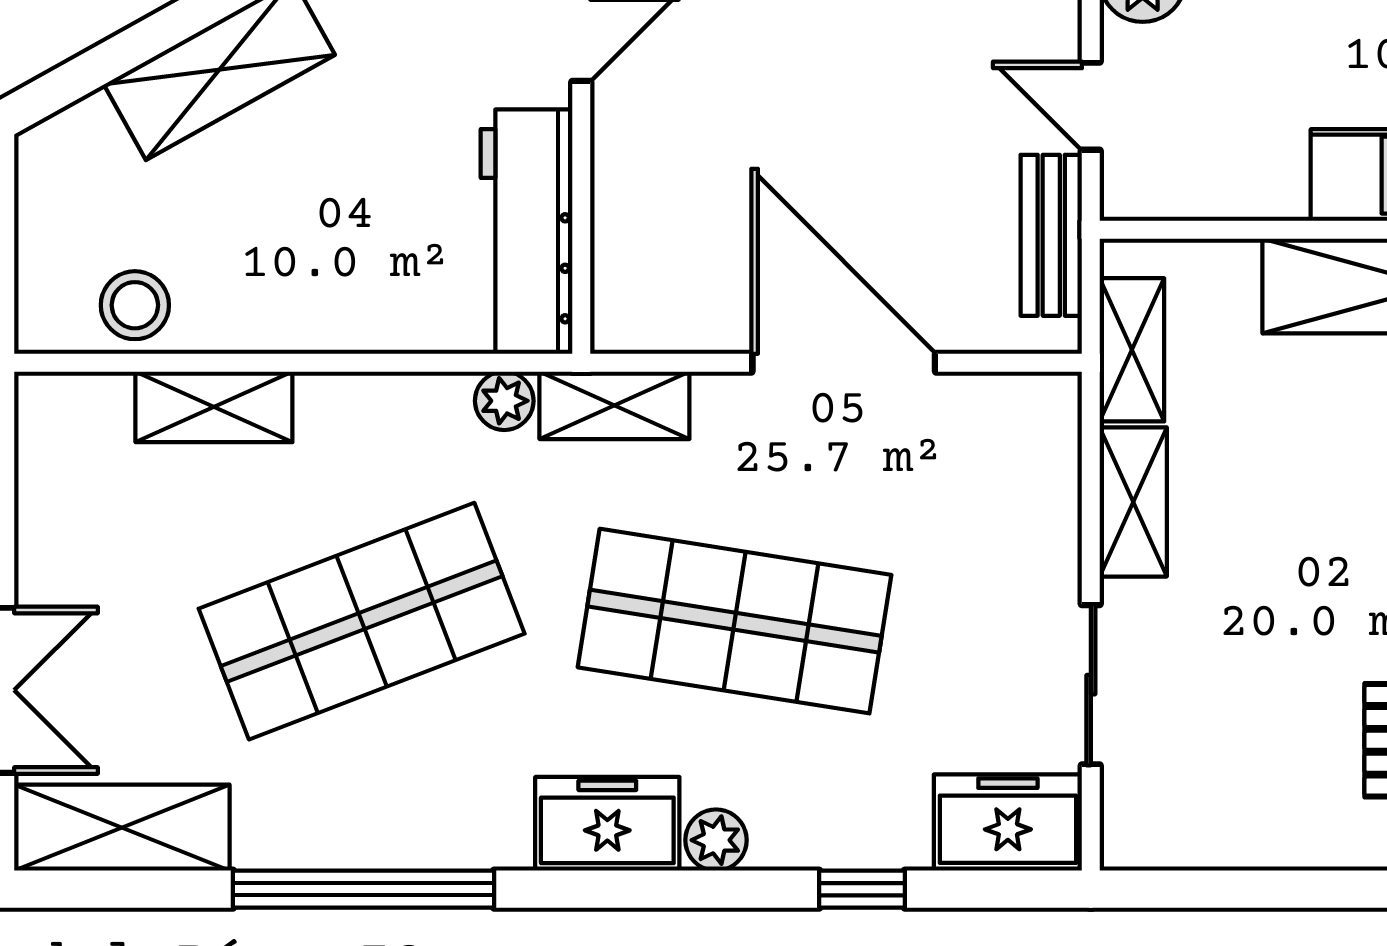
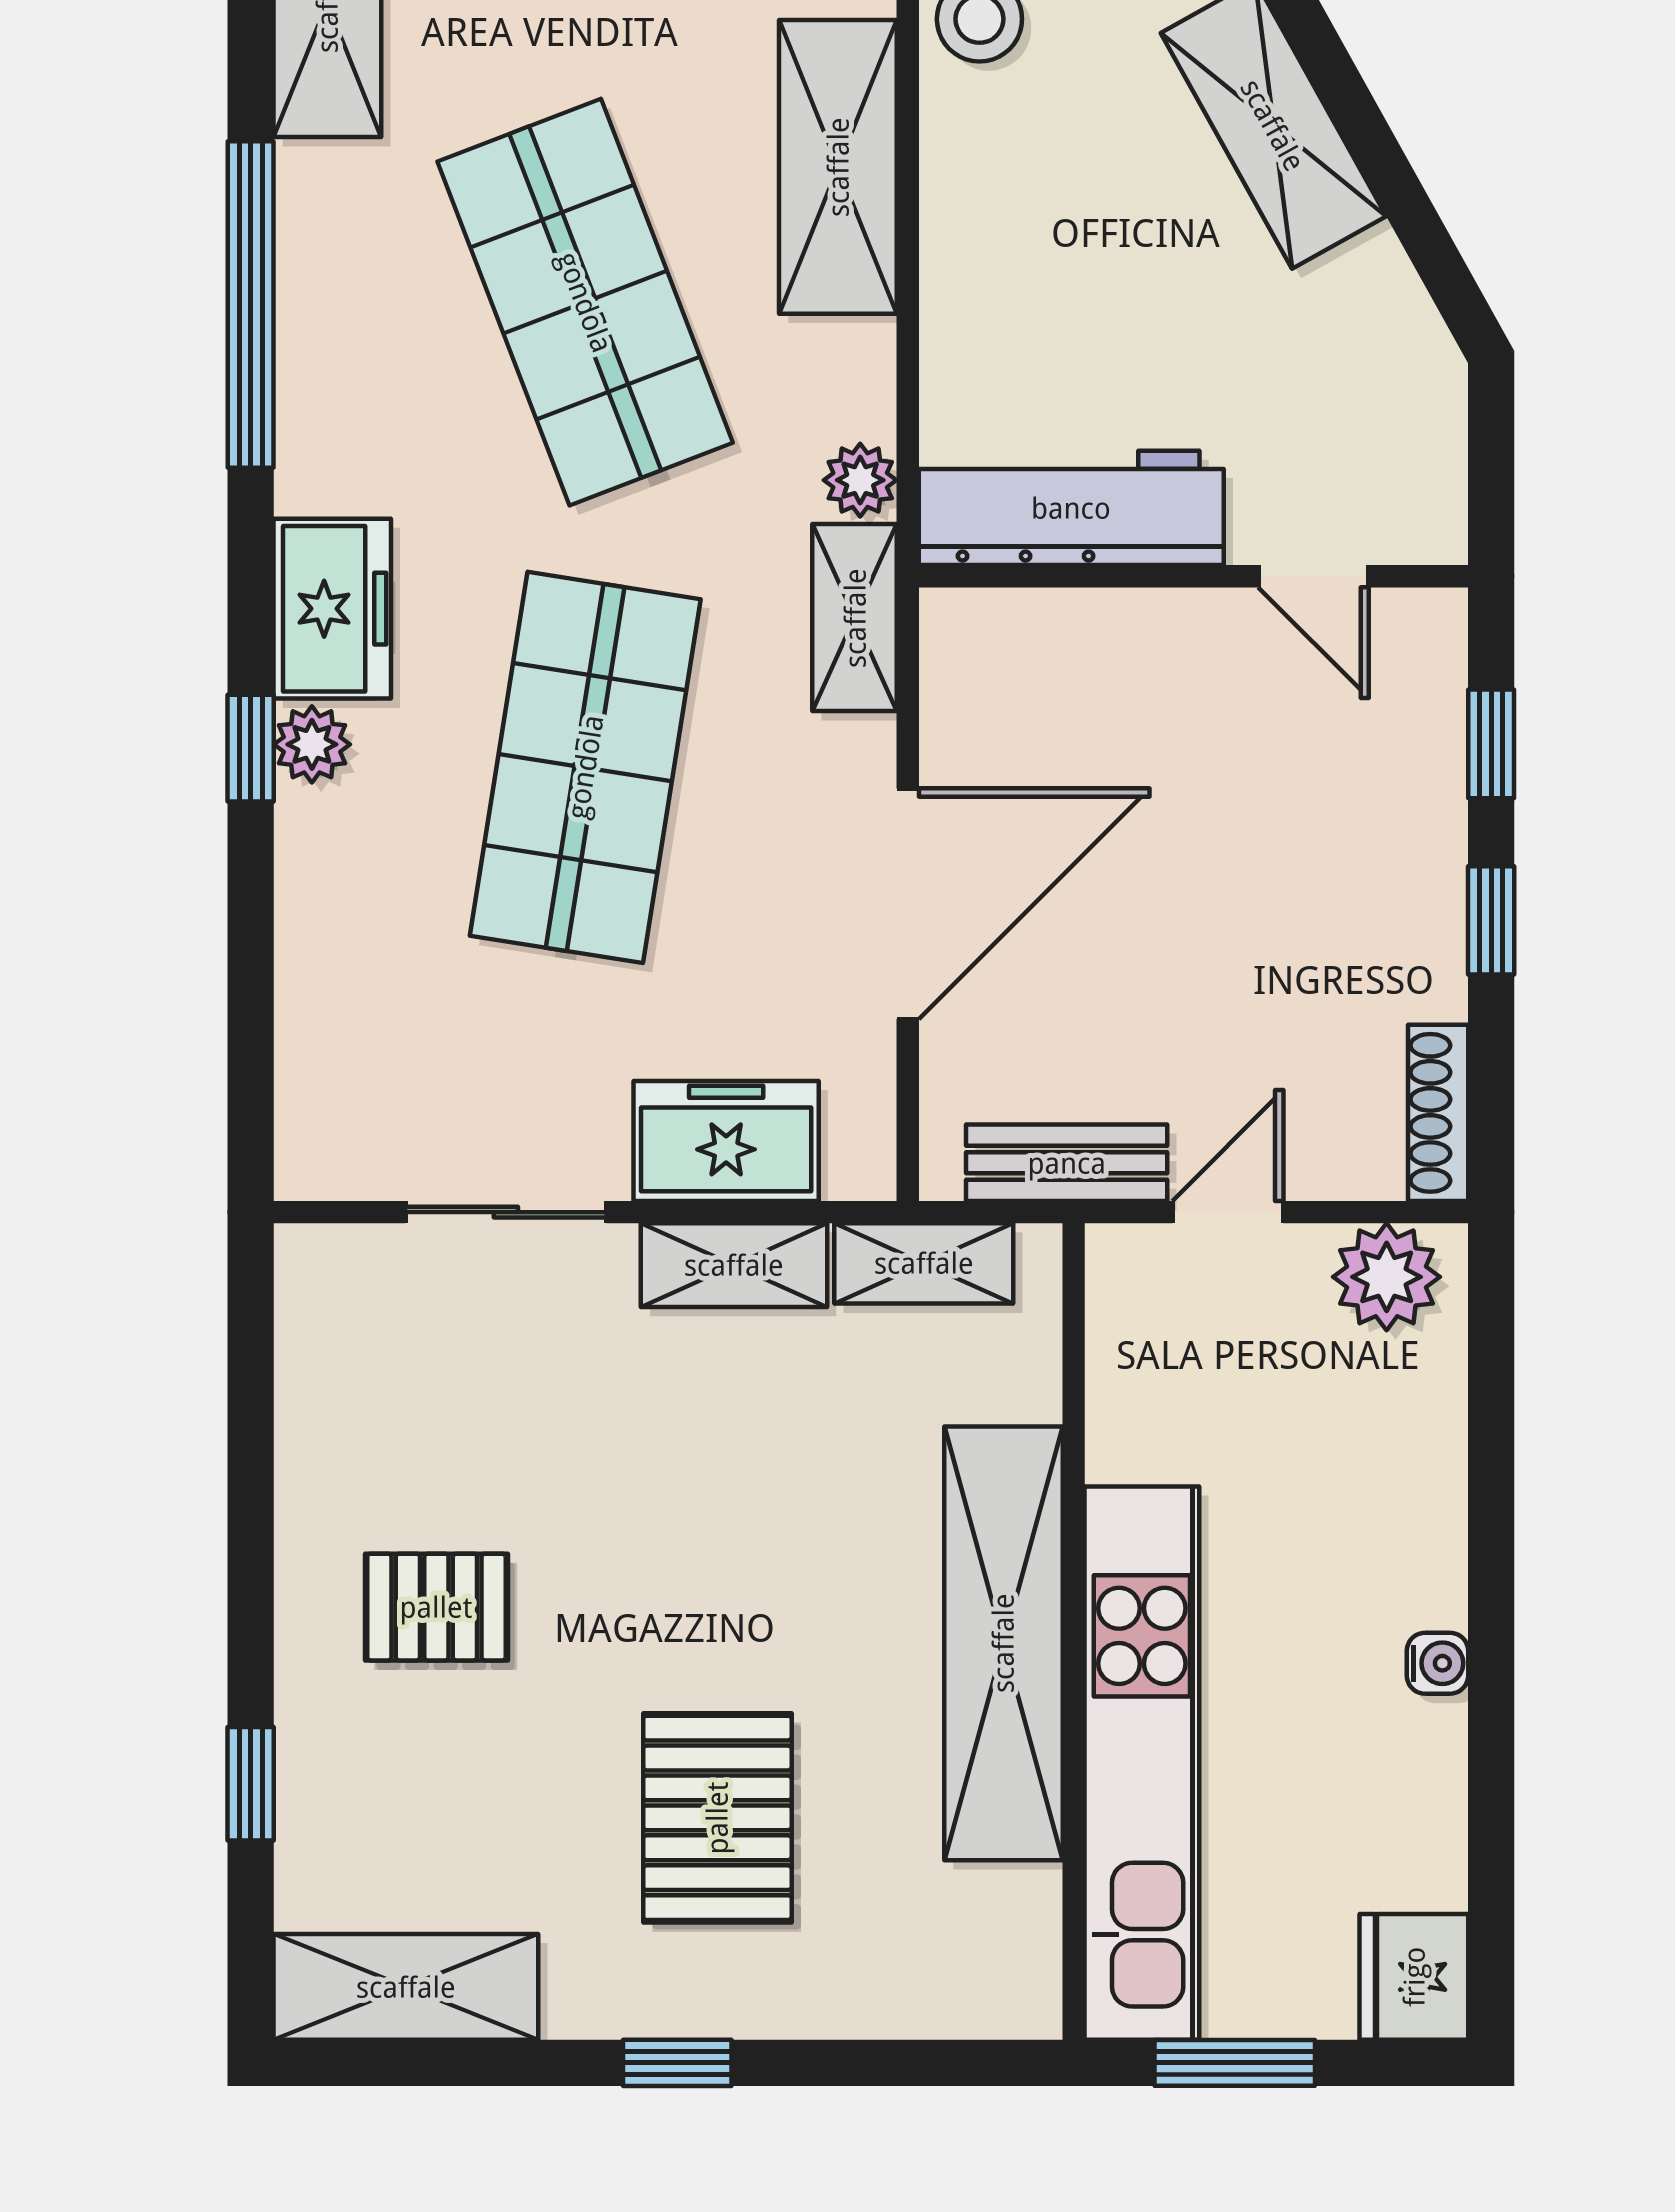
shelving: (214, 407) -> (838, 167), width x1.50, depth x1.33
freezer: (1008, 823) -> (726, 1141), moved, turned -90
window: (862, 889) -> (251, 748), moved

